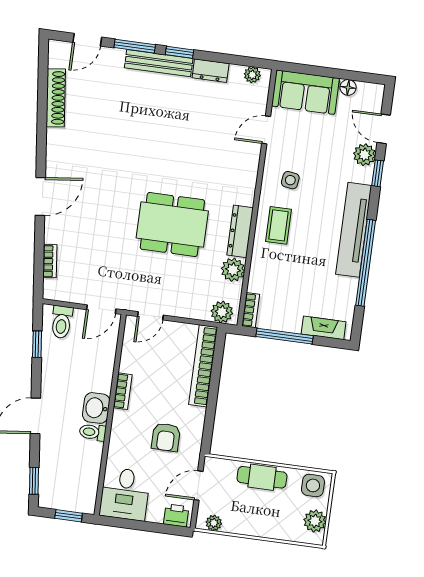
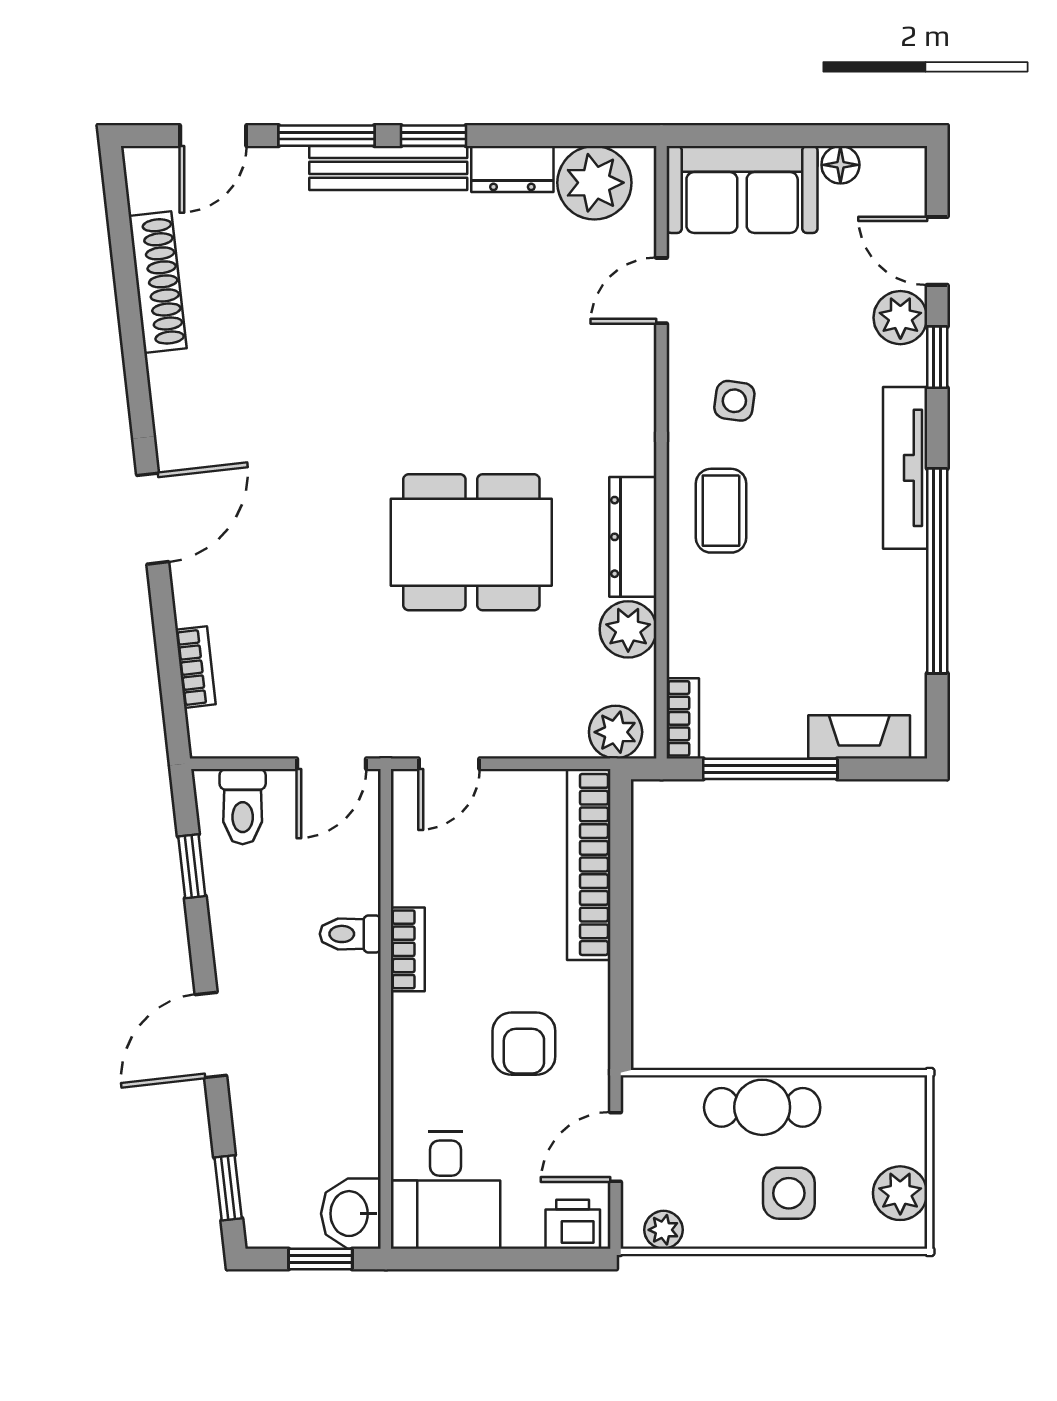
plant: (252, 75) -> (594, 183), width x1.88, depth x1.88
tv unit: (354, 230) -> (905, 468), width x0.73, depth x0.78
washbasin: (96, 408) -> (351, 1214), moved
toilet: (93, 432) -> (350, 934), moved
side table: (313, 485) -> (789, 1193), moved

